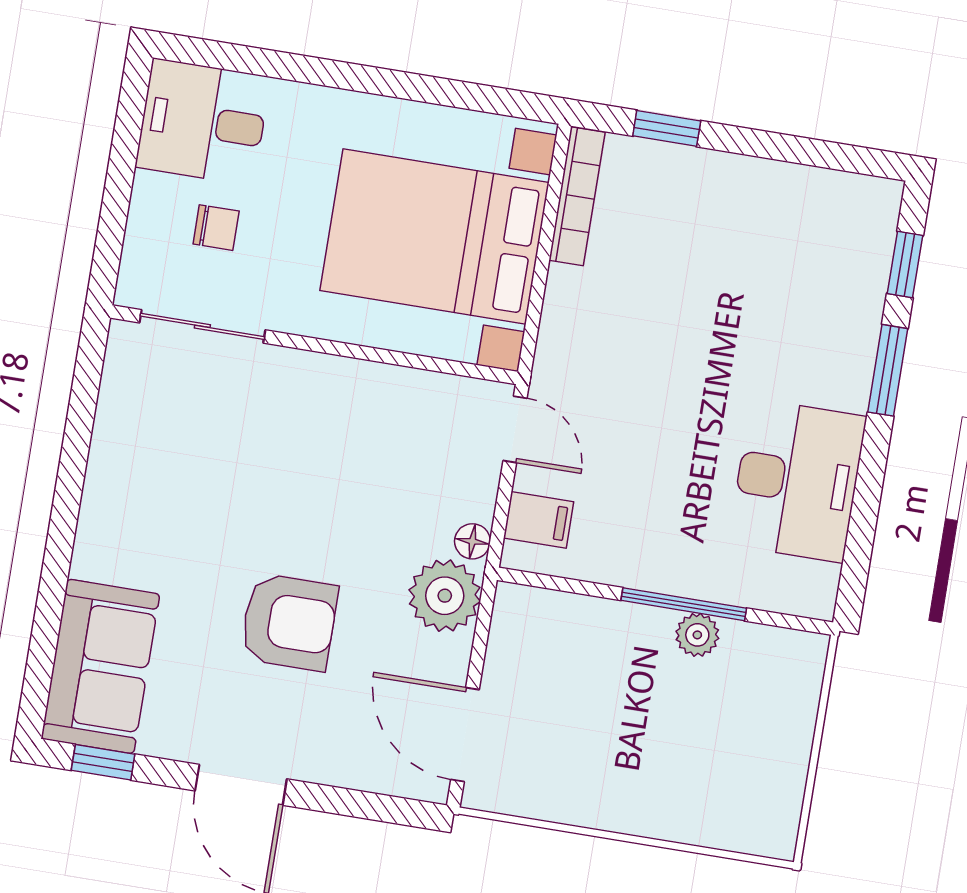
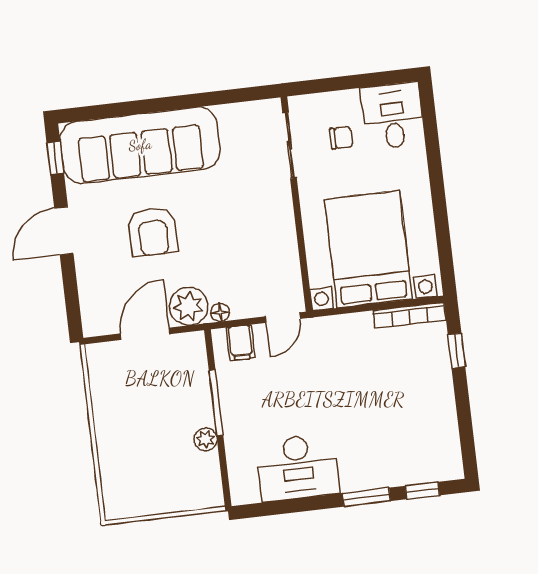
chair: (216, 228) -> (341, 138), turned -90
window: (684, 604) -> (216, 403), moved
sofa: (100, 666) -> (140, 145), width x1.85, depth x1.27
door: (465, 735) -> (145, 334), moved

